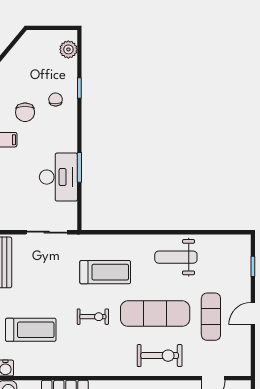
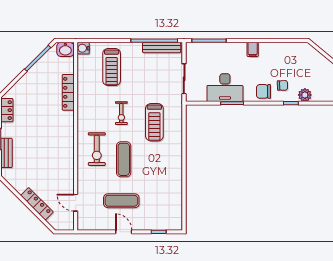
plant: (68, 49) -> (305, 95), moved
chair: (25, 112) -> (263, 91), moved
weight bench: (176, 257) -> (166, 175), removed
exercise mat: (155, 314) -> (124, 159), width x0.73, depth x0.69
exercise bike: (160, 356) -> (97, 149), moved

